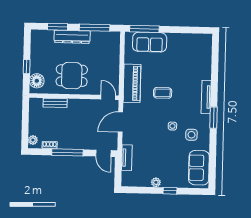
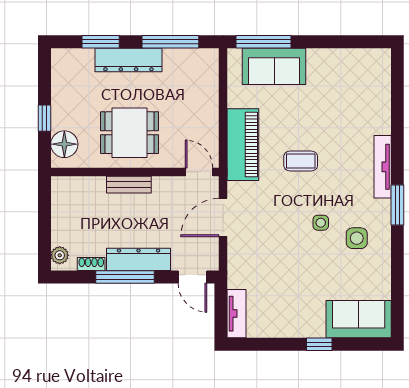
bench: (55, 103) -> (129, 185), moved
dresser: (75, 143) -> (139, 259), added
tv unit: (127, 158) -> (237, 314), moved
sofa: (199, 168) -> (359, 319), moved, turned 90
plant: (156, 182) -> (292, 329), removed

